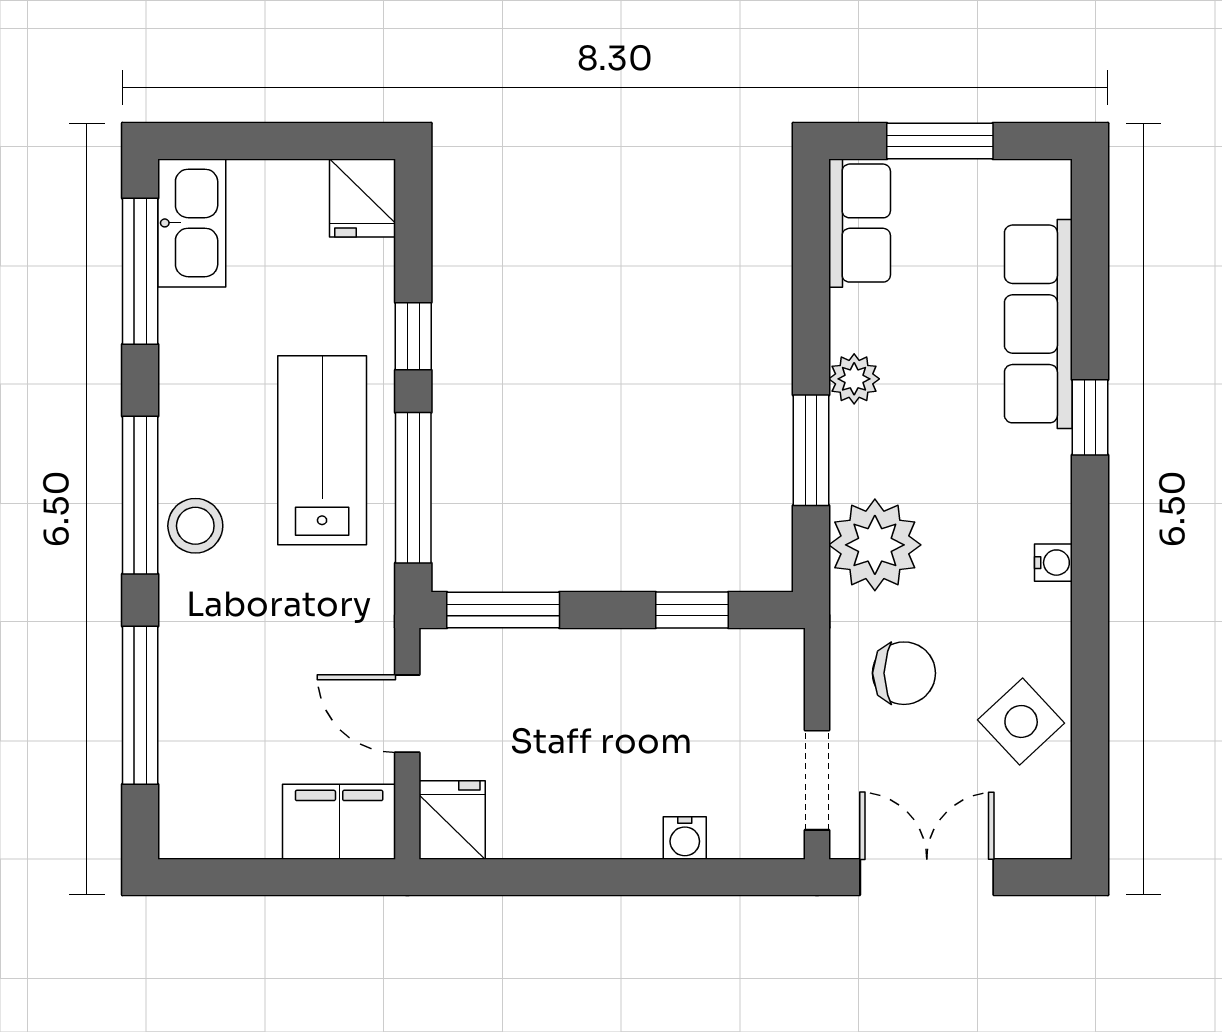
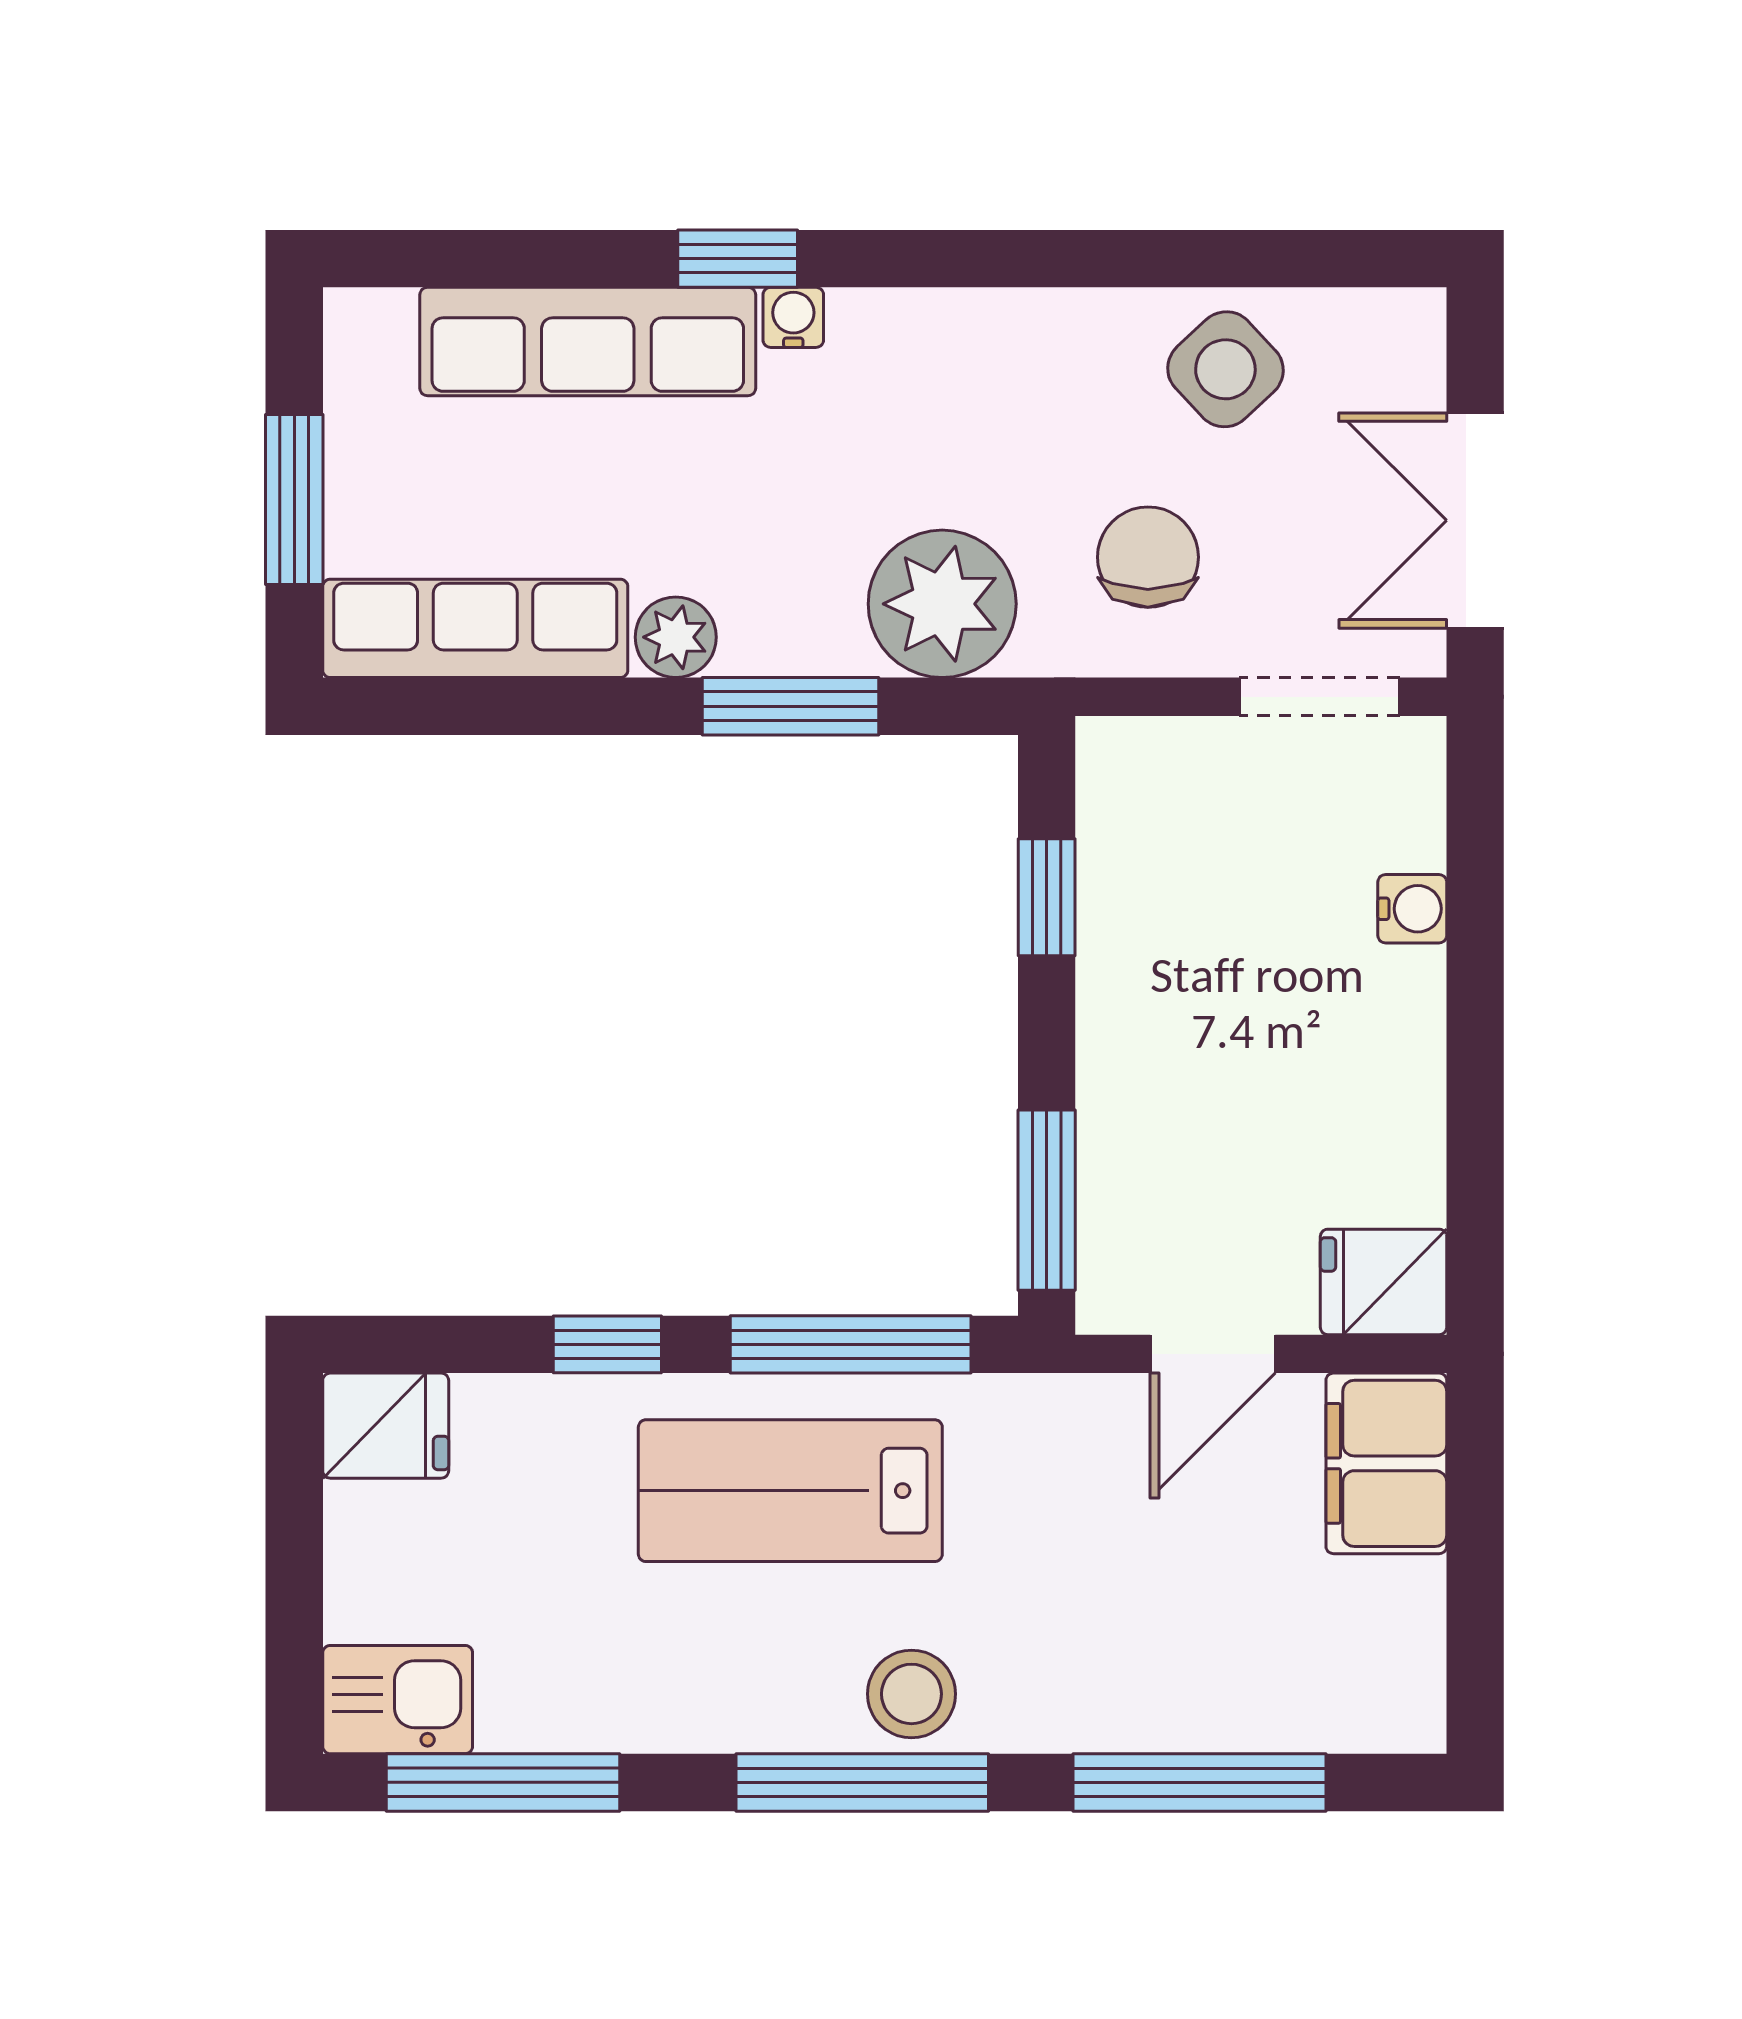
kitchen sink: (192, 223) -> (398, 1700), width x0.73
row of seats: (860, 223) -> (475, 628), width x1.48
water cooler: (1053, 563) -> (793, 317), moved

